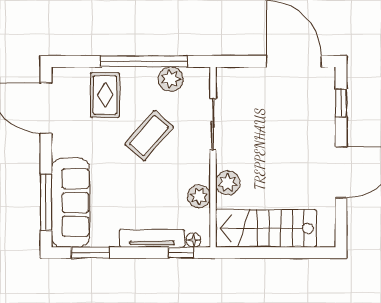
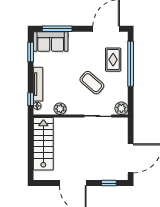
window: (144, 61) -> (131, 64), moved
plant: (171, 79) -> (121, 108), moved
rug: (105, 95) -> (113, 60), turned 90
plant: (228, 183) -> (67, 124), removed
sofa: (70, 203) -> (51, 42), width x0.73

